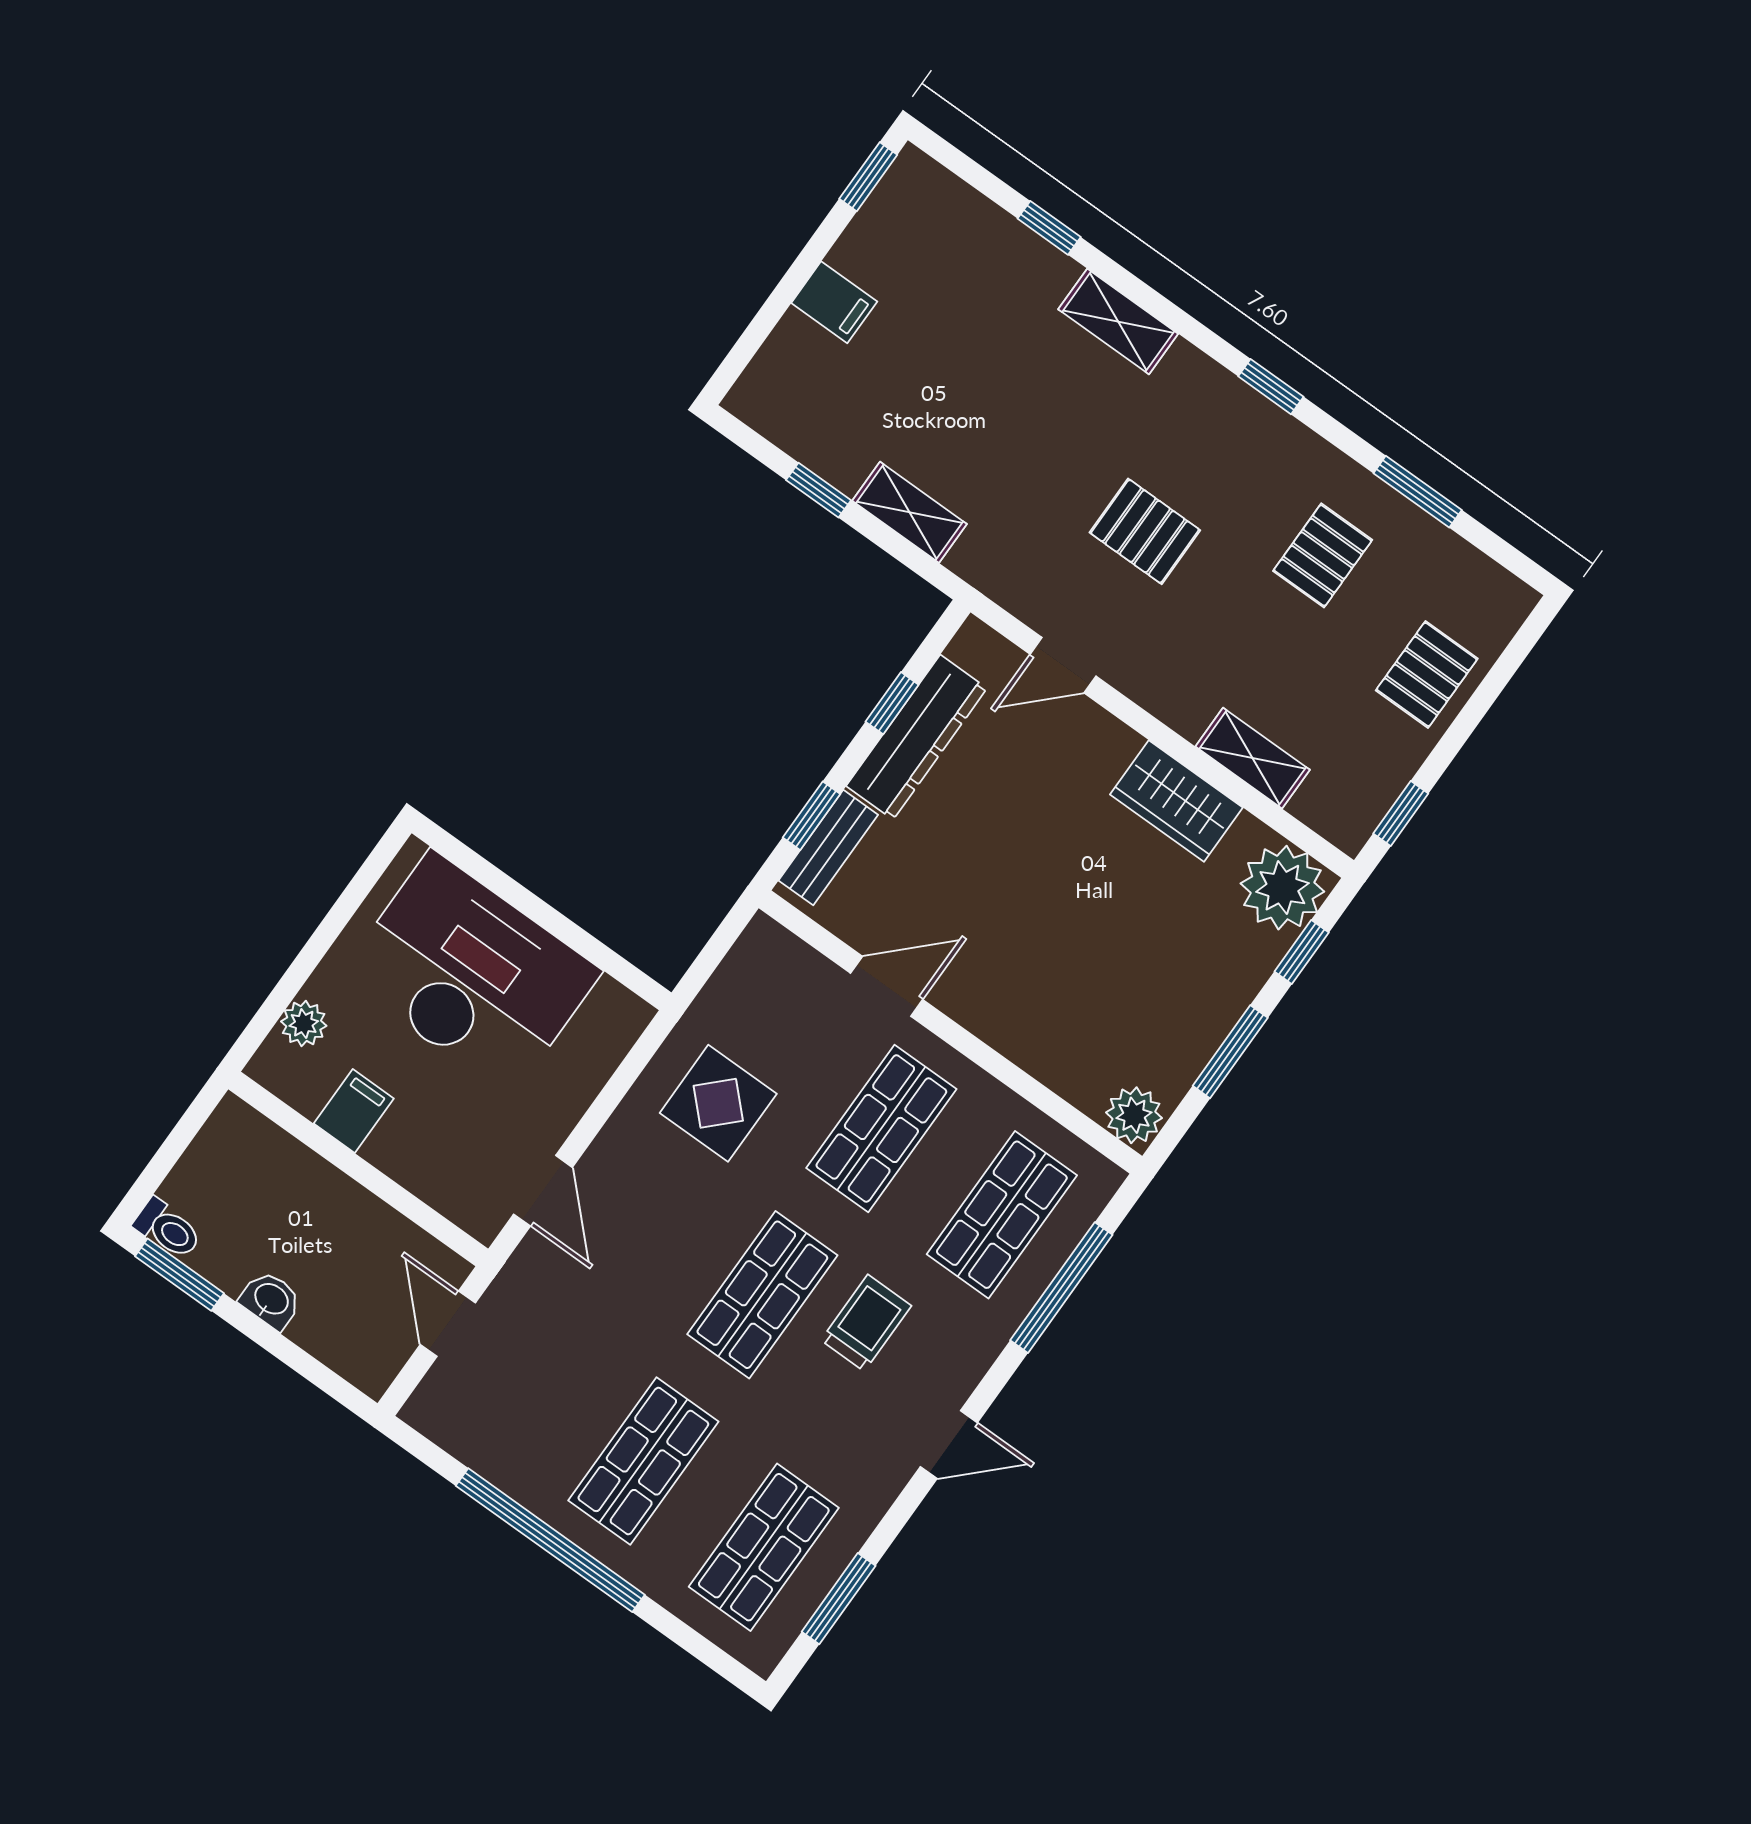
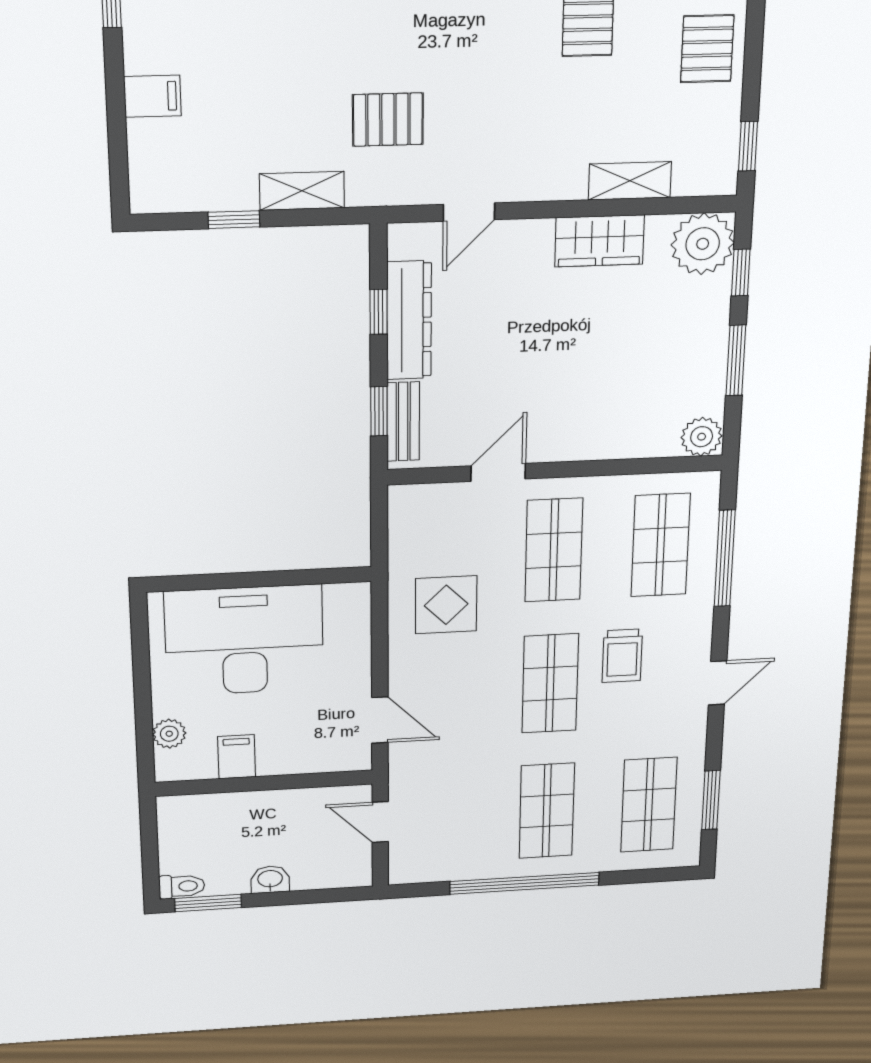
pallet: (1145, 531) -> (388, 120), moved
trolley: (866, 1323) -> (622, 656), turned 180

